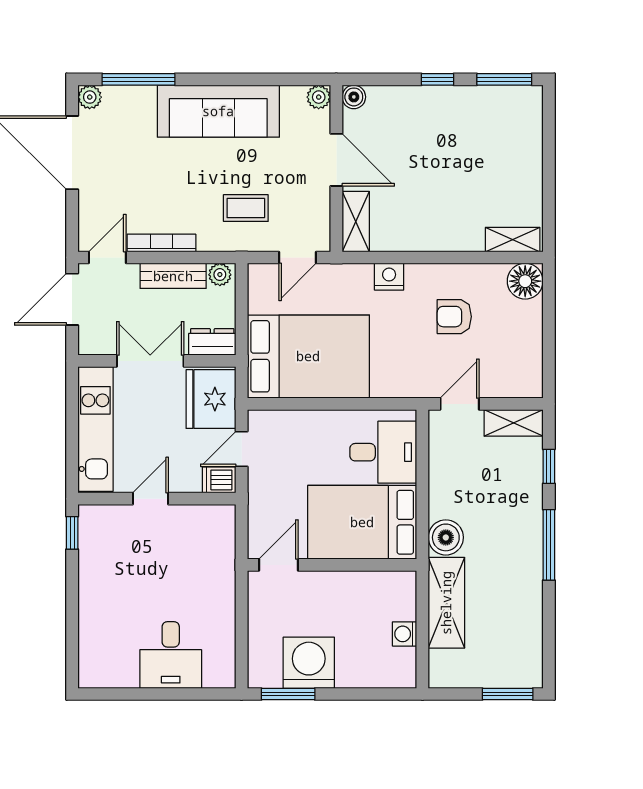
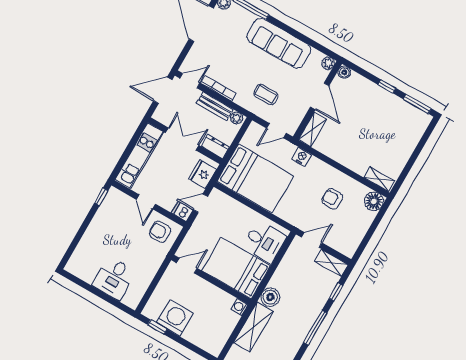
nightstand: (389, 277) -> (302, 157), moved
fridge: (211, 399) -> (203, 174), width x0.73, depth x0.75
door: (151, 499) -> (146, 202), swing flipped
armchair: (202, 535) -> (160, 232), added
washing machine: (405, 634) -> (240, 307), moved
window: (288, 694) -> (157, 327), width x0.67

